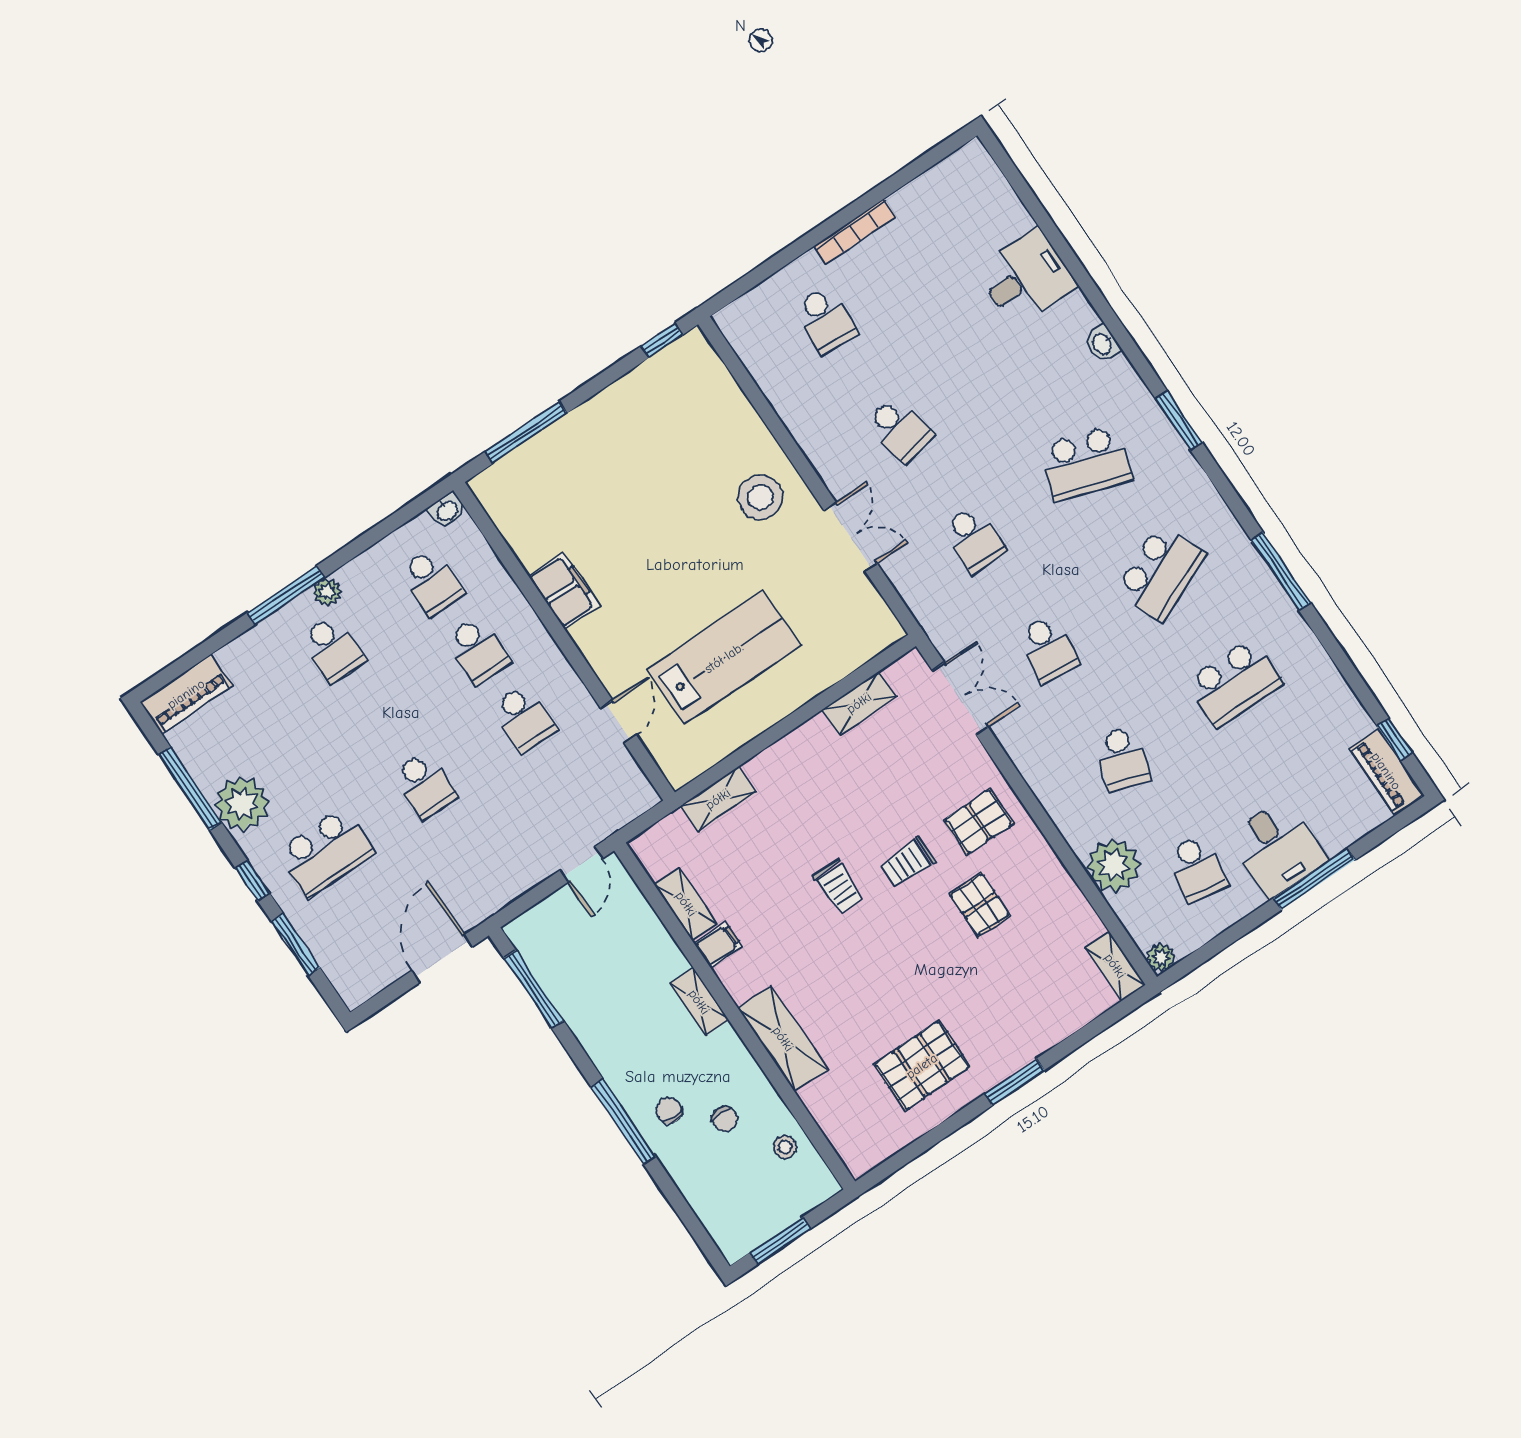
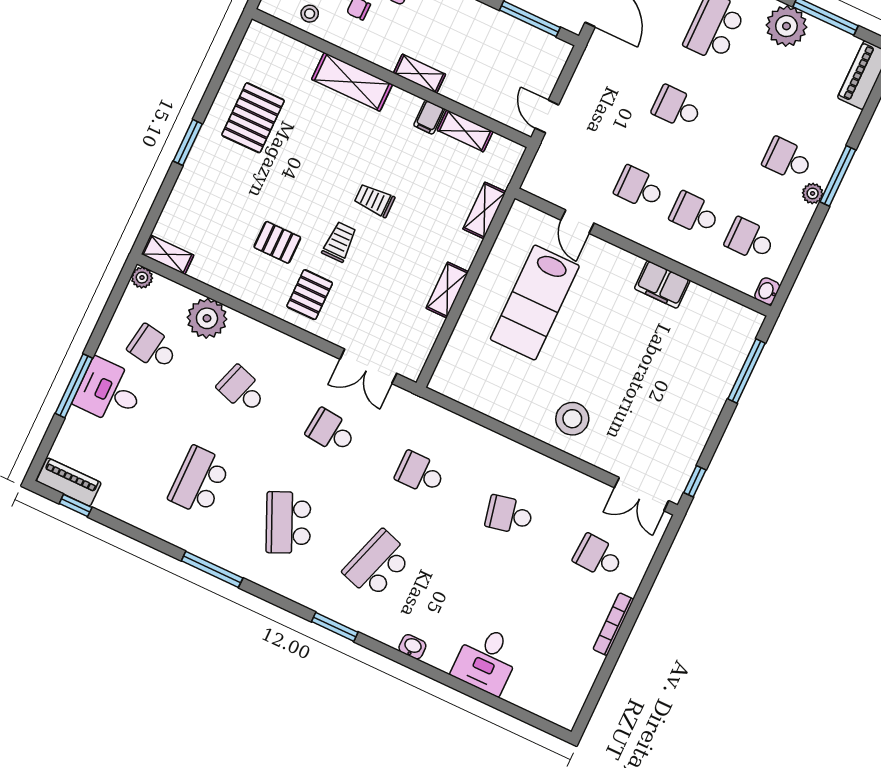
double door: (851, 537) -> (642, 494), moved
shelving: (859, 703) -> (447, 290), moved

